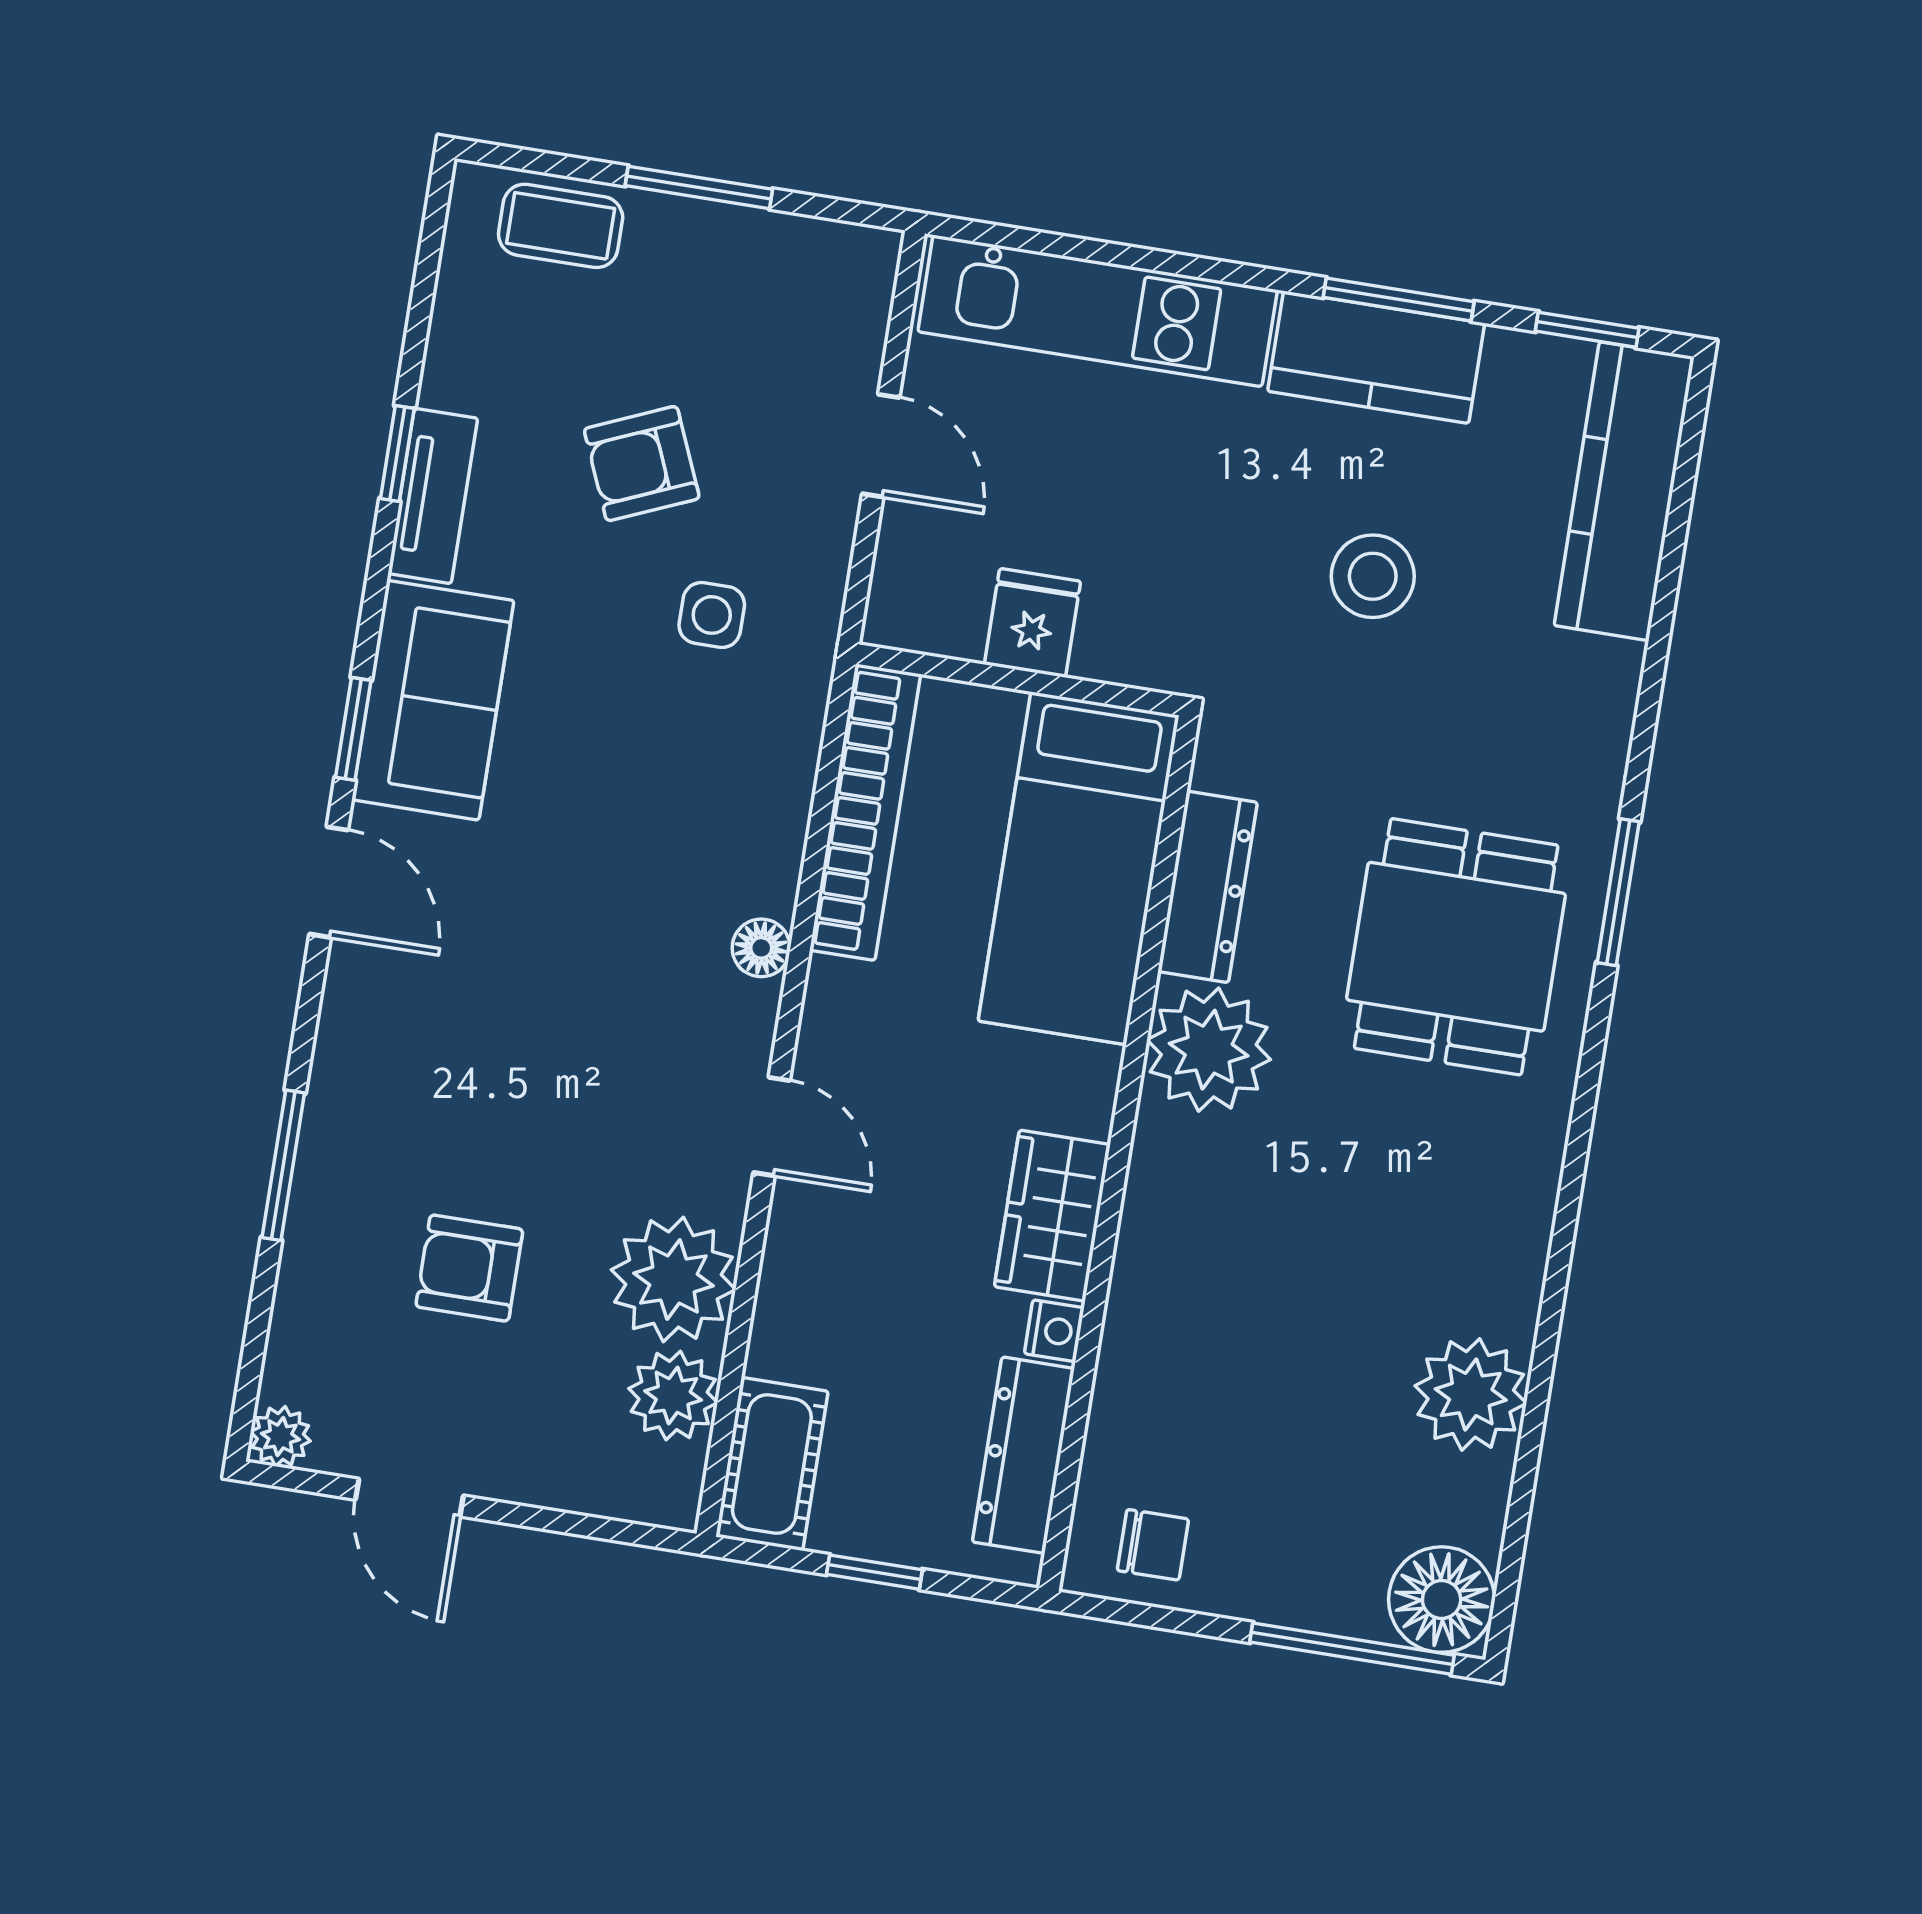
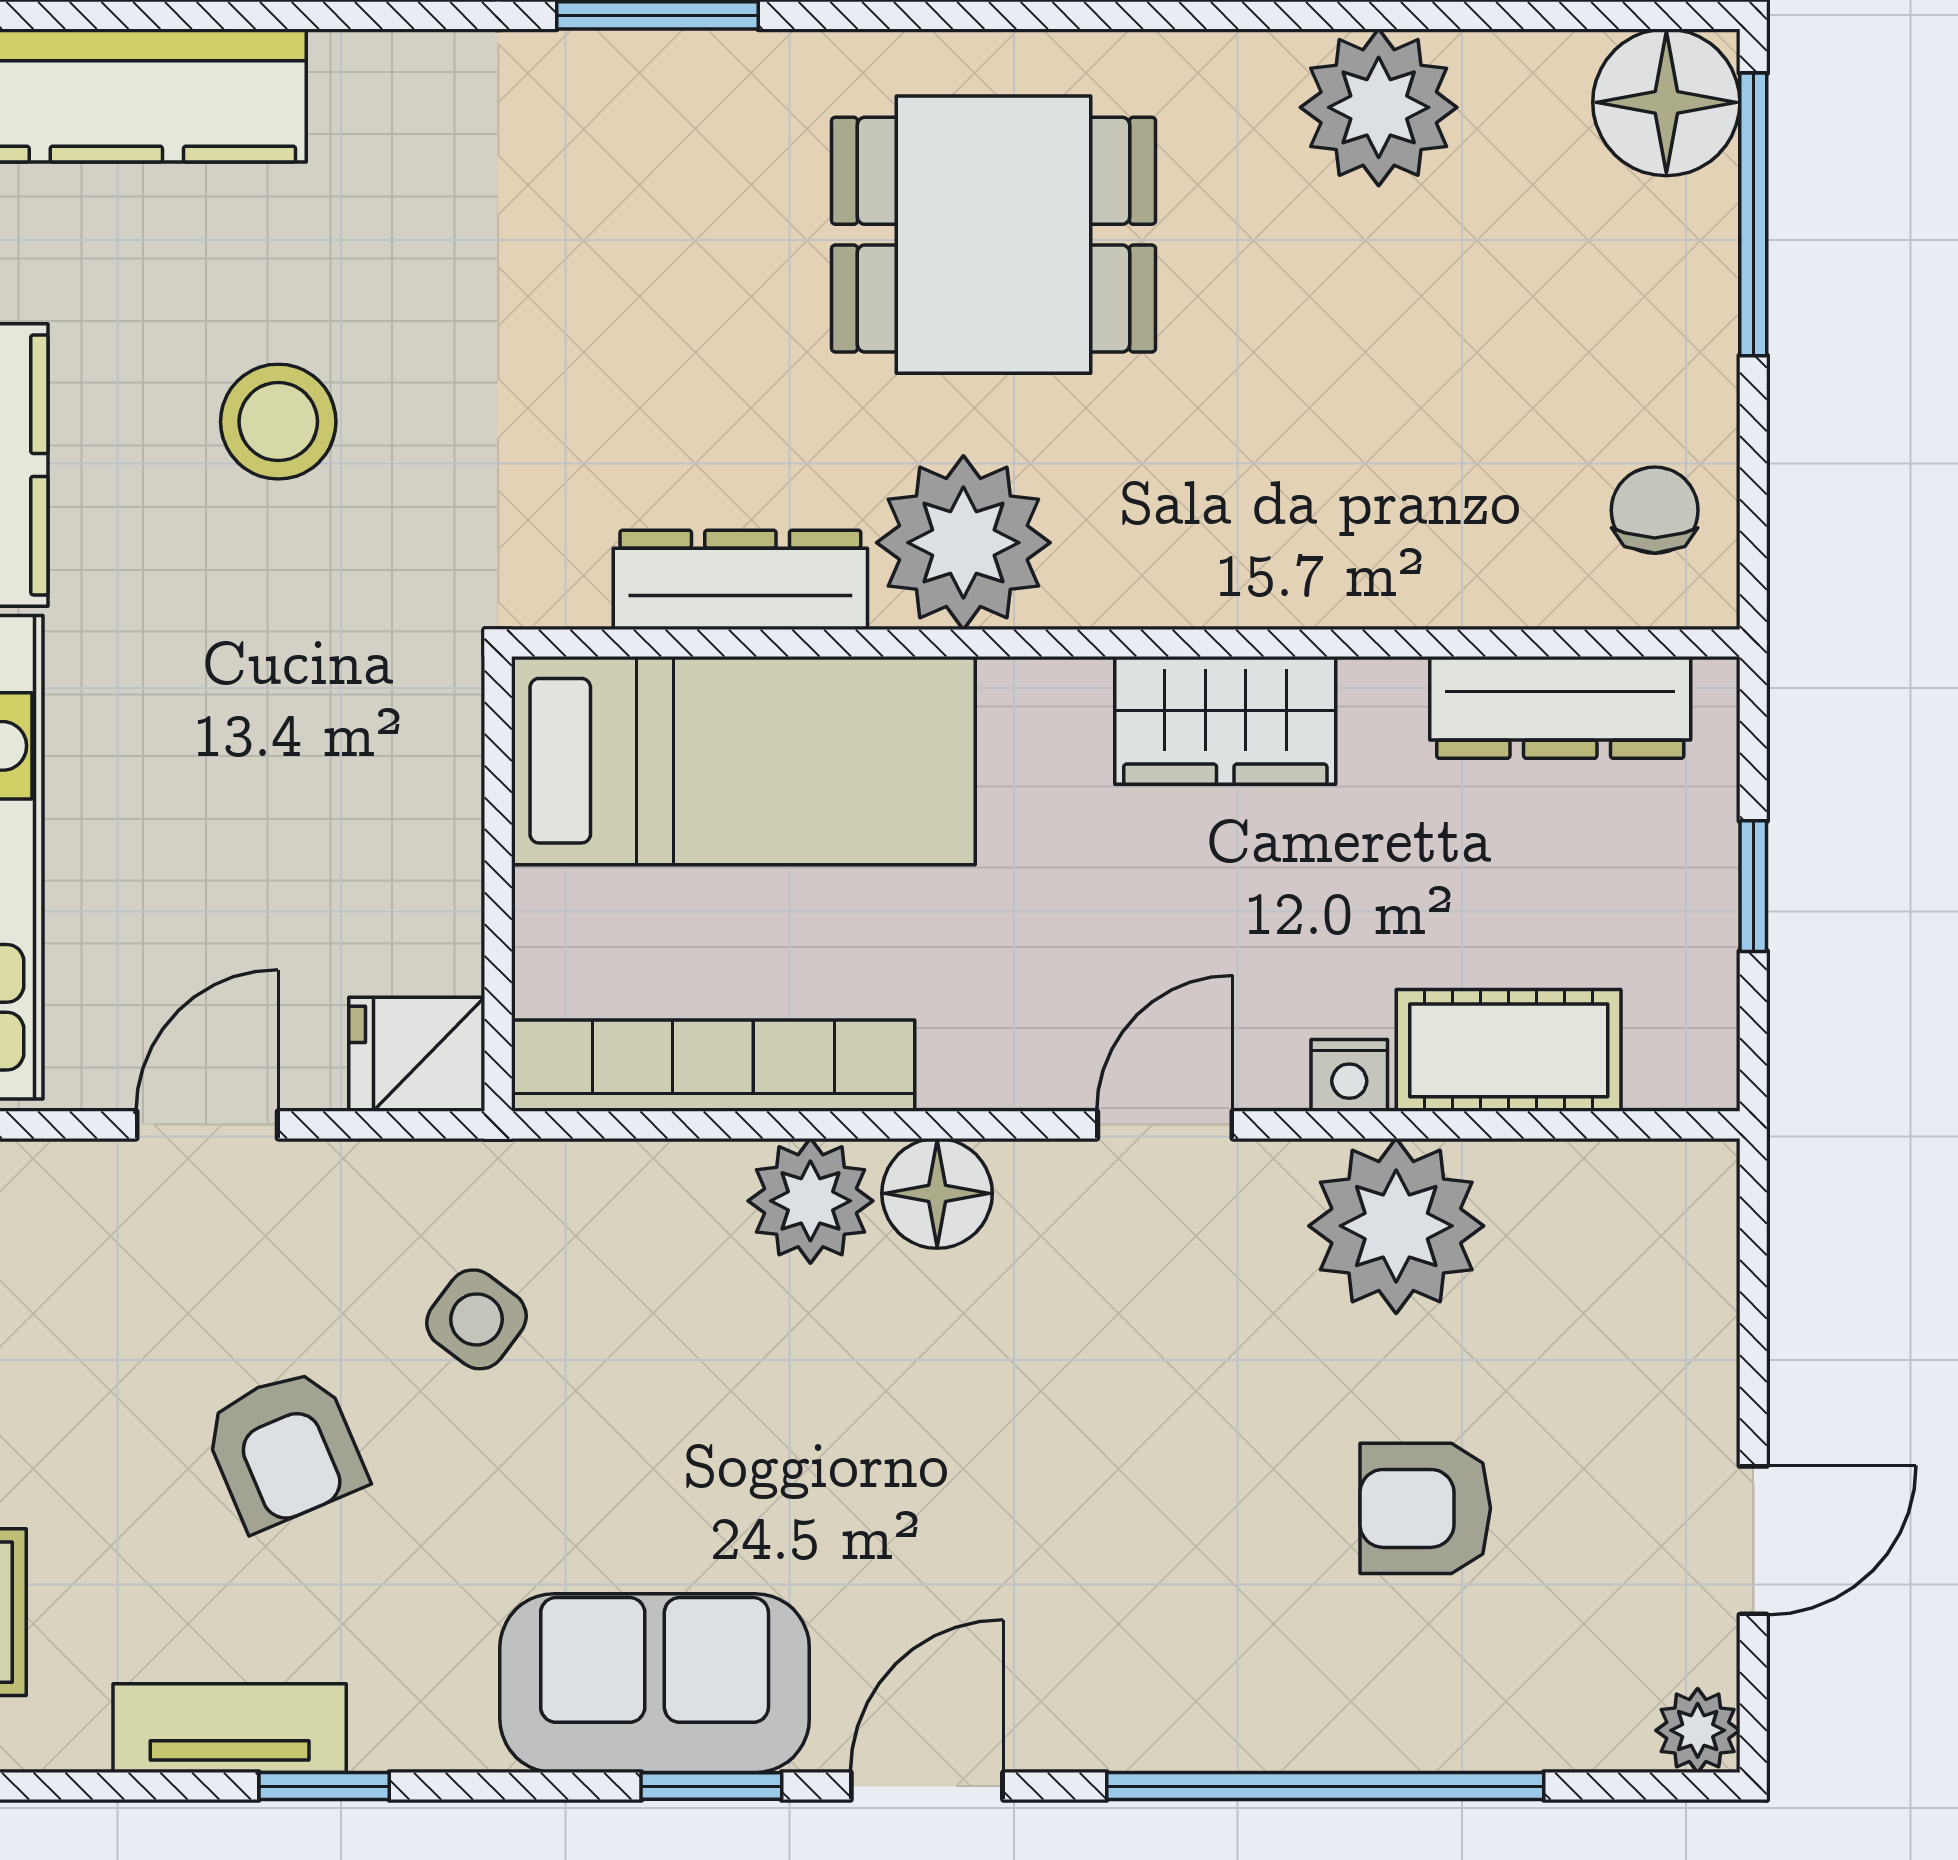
tv unit: (433, 496) -> (230, 1728), moved
side table: (712, 615) -> (476, 1319), turned 37
fridge: (1032, 623) -> (417, 1054), moved
dining table: (1456, 947) -> (994, 235), moved
floor lamp: (761, 948) -> (937, 1193), width x1.37, depth x1.37
window: (283, 1165) -> (1325, 1786), width x2.11
armchair: (469, 1268) -> (1425, 1508), turned 90
nightstand: (1054, 1331) -> (1349, 1075), moved, turned 180
plant: (673, 1396) -> (810, 1201), moved
cot: (772, 1464) -> (1509, 1050), moved

